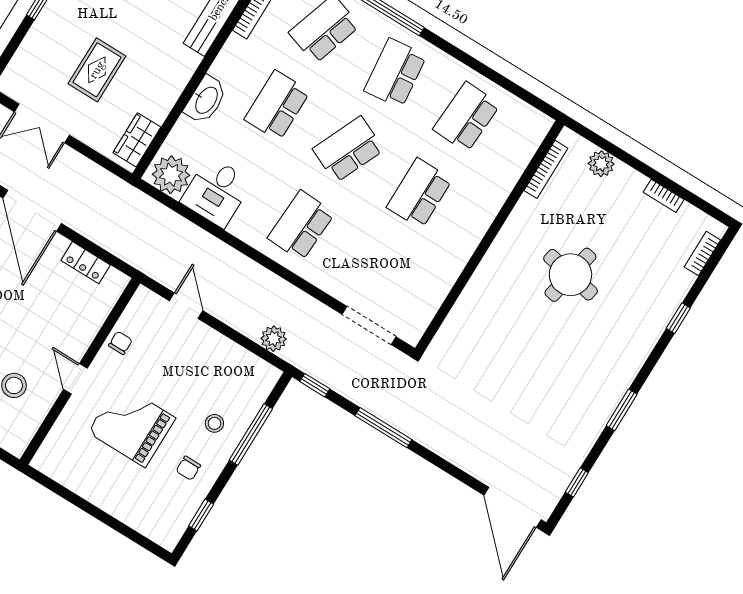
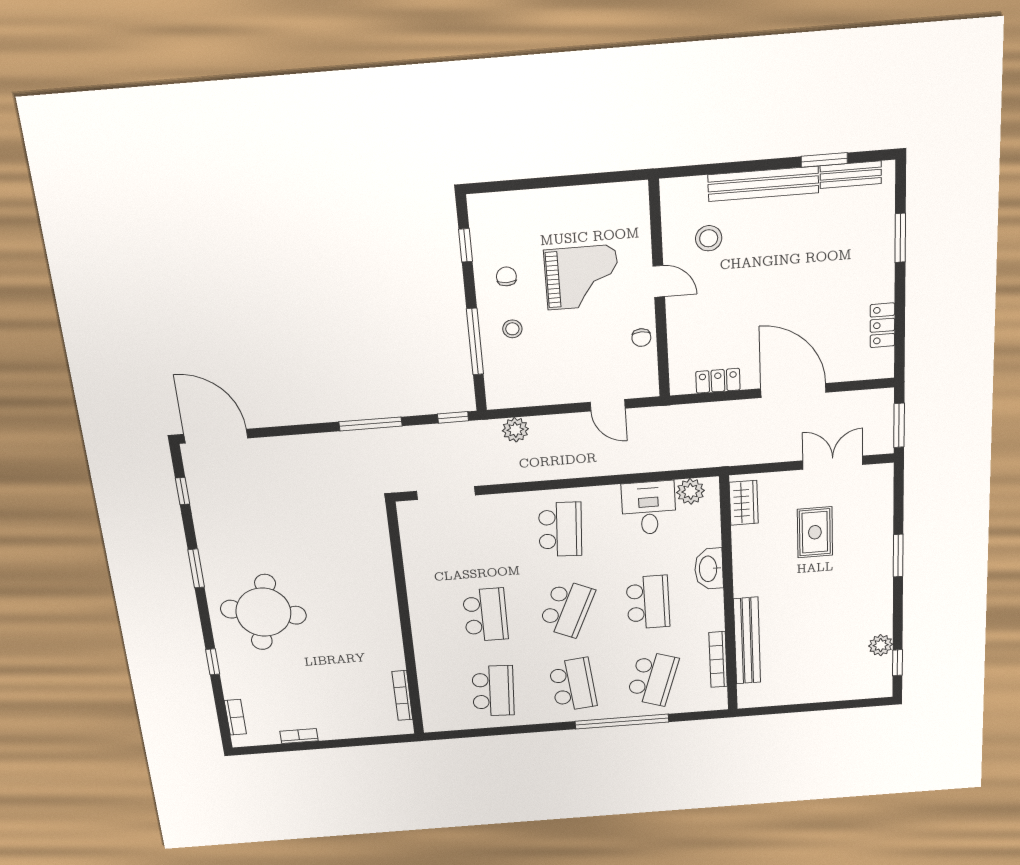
plant: (601, 164) -> (364, 726), removed
plant: (171, 175) -> (691, 491), width x0.73, depth x0.73
round table: (570, 275) -> (263, 612), moved, width x1.36, depth x1.36

